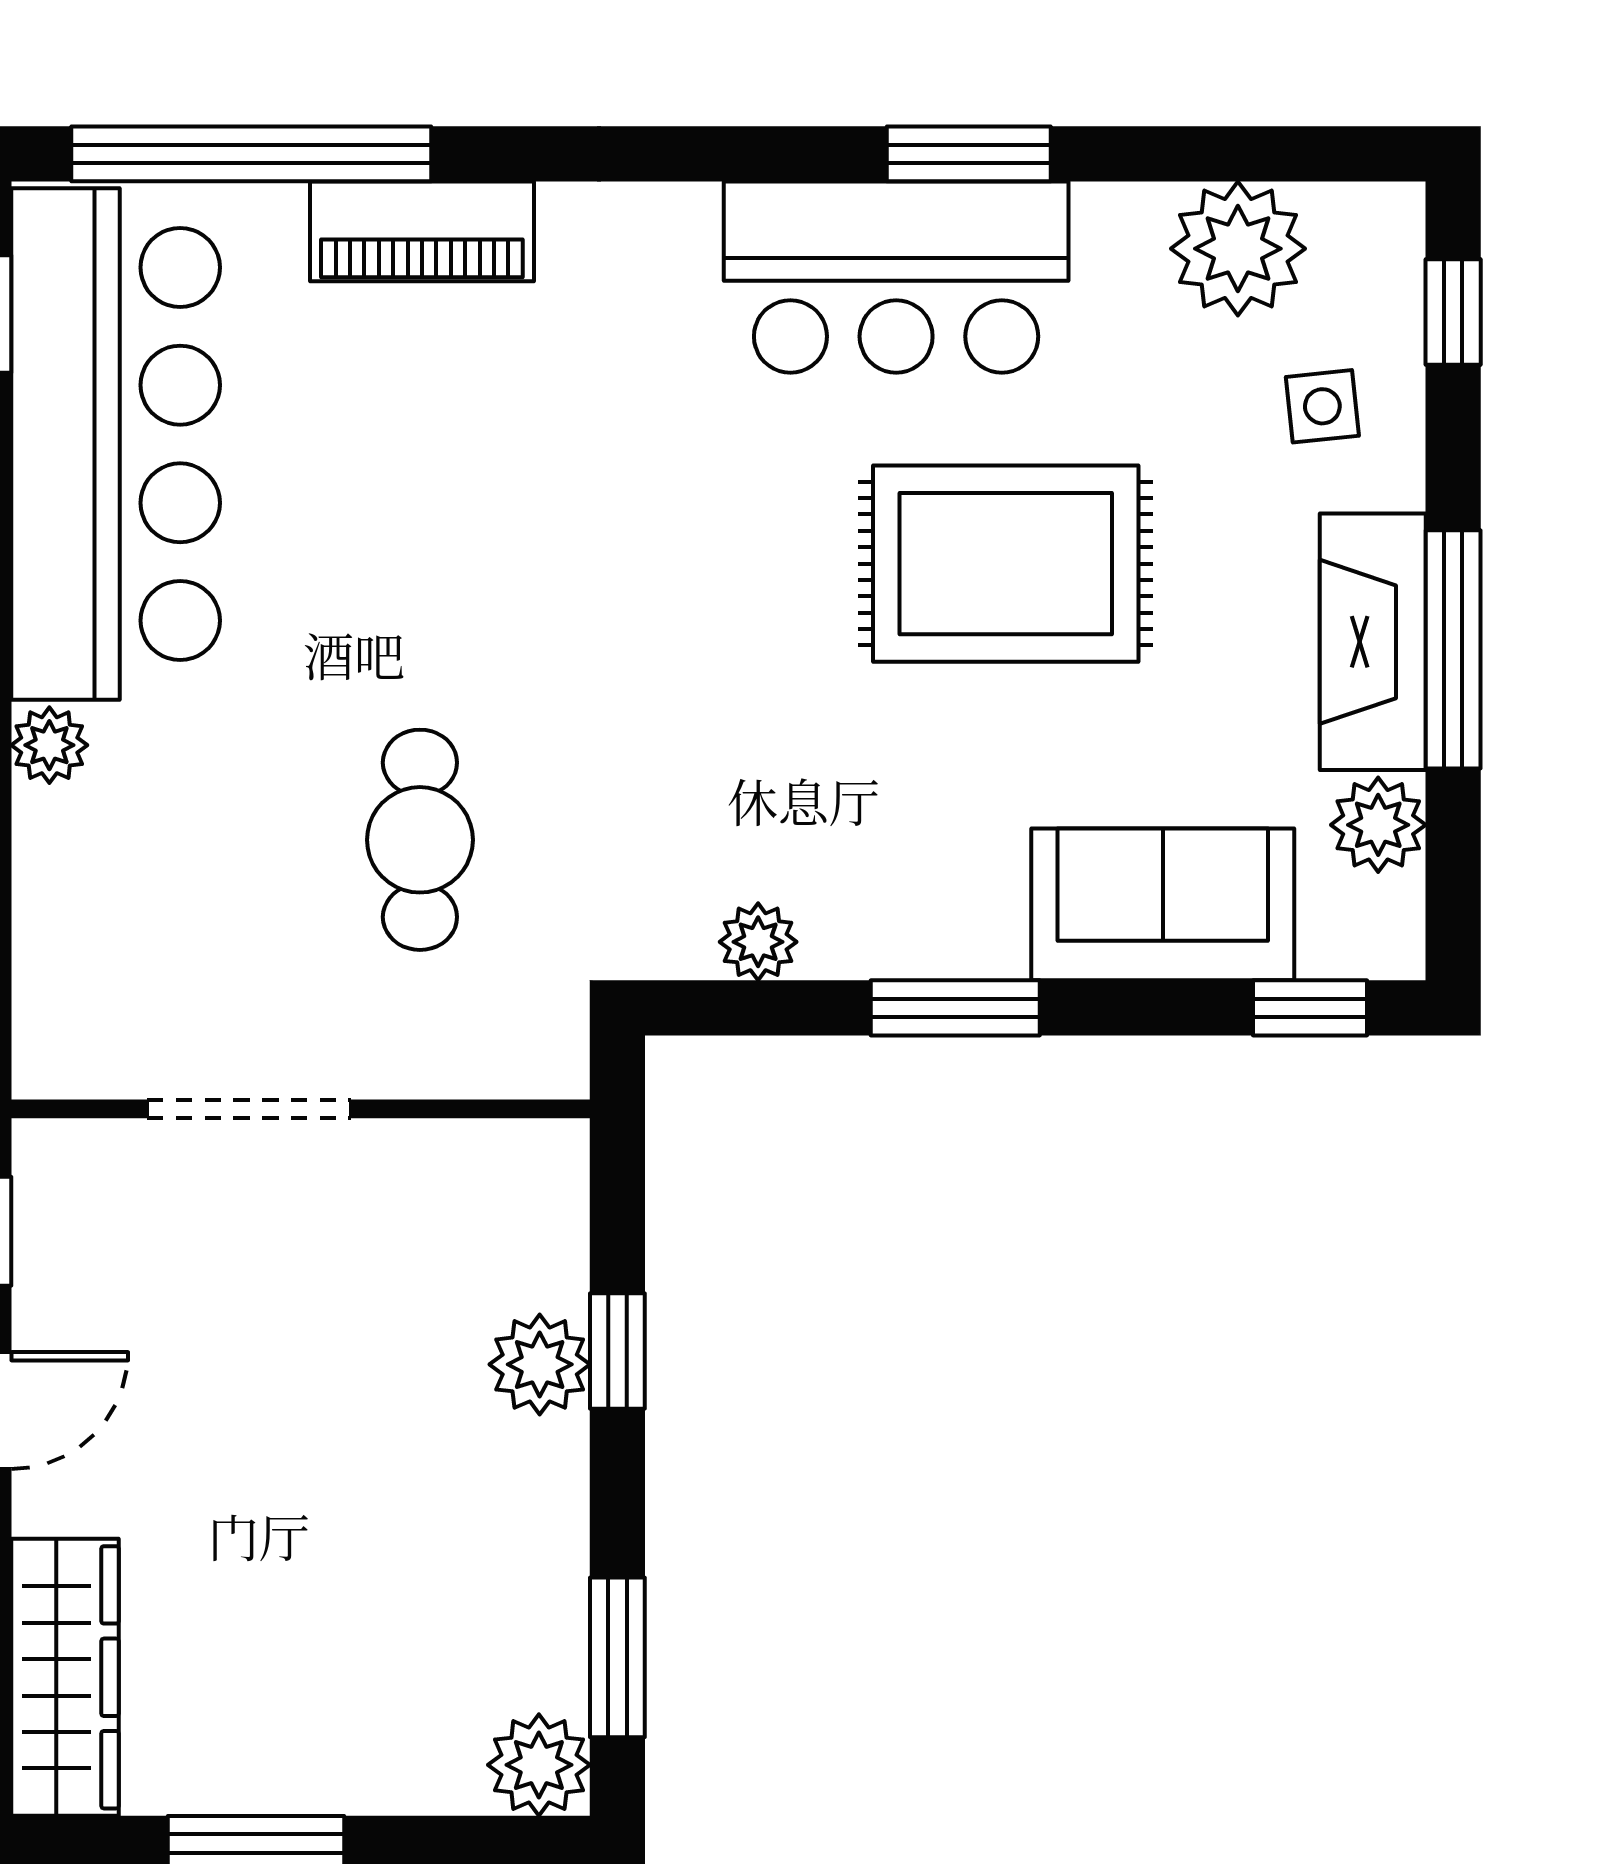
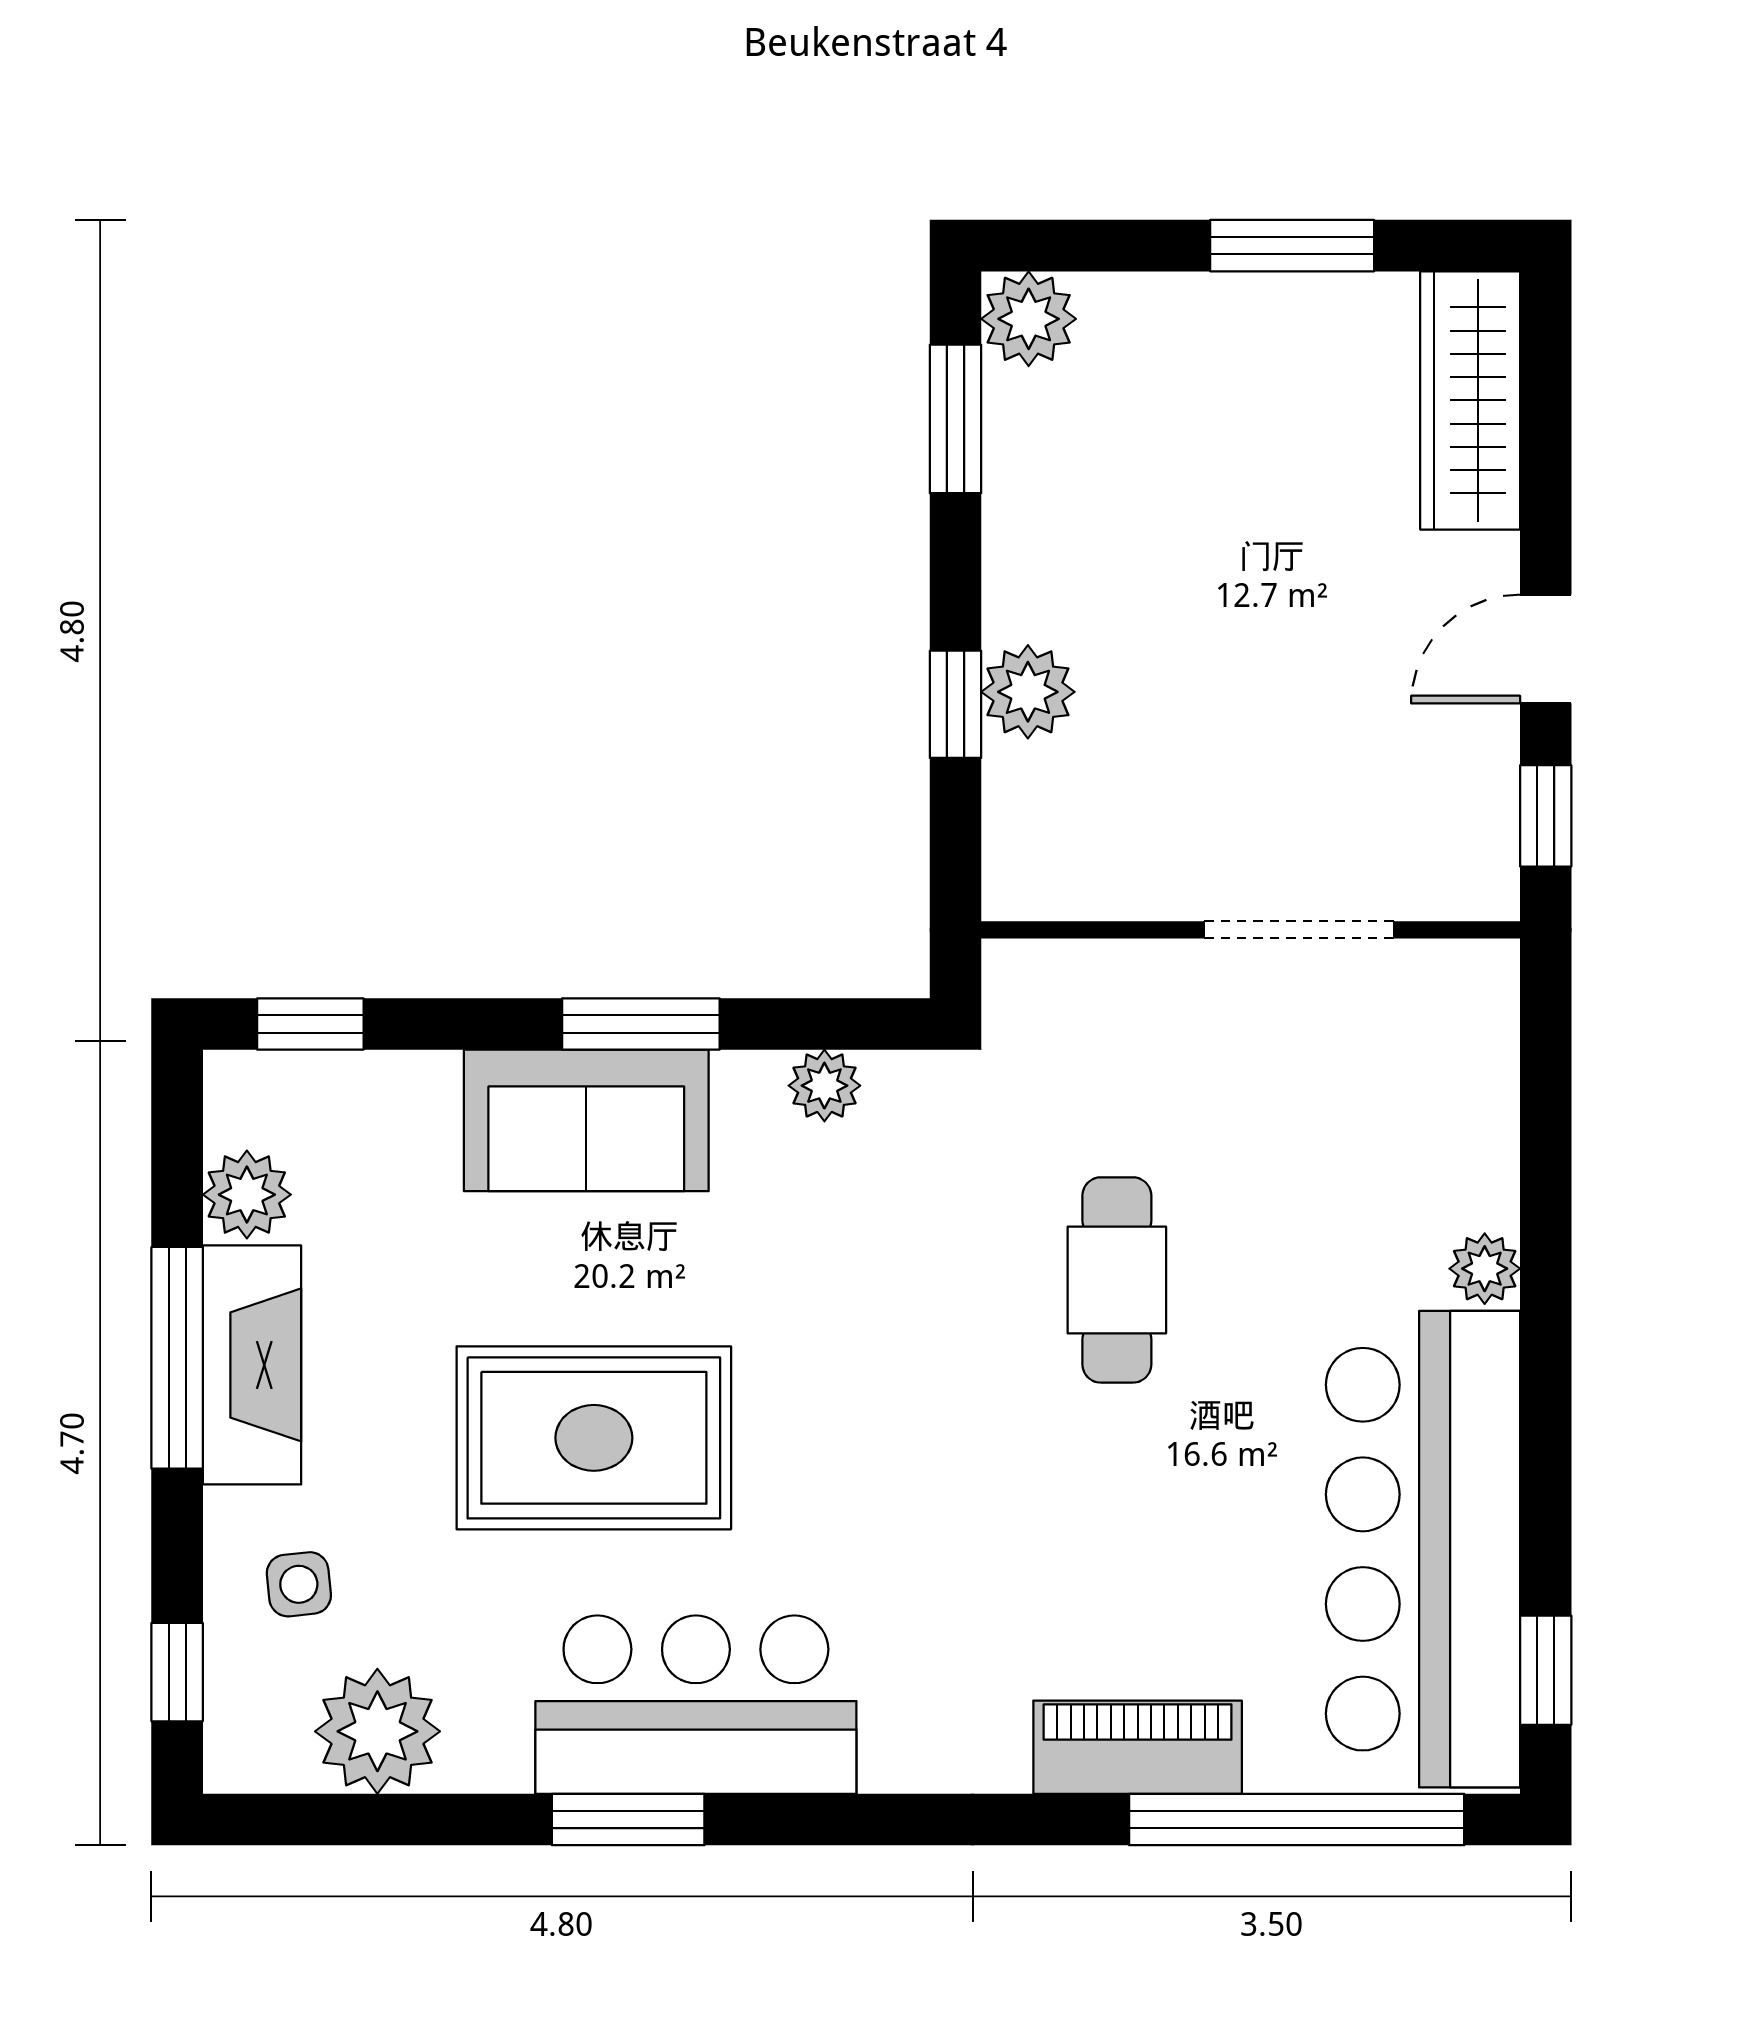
cafe table: (420, 840) -> (1117, 1280), moved
sofa: (1163, 904) -> (586, 1120), moved

